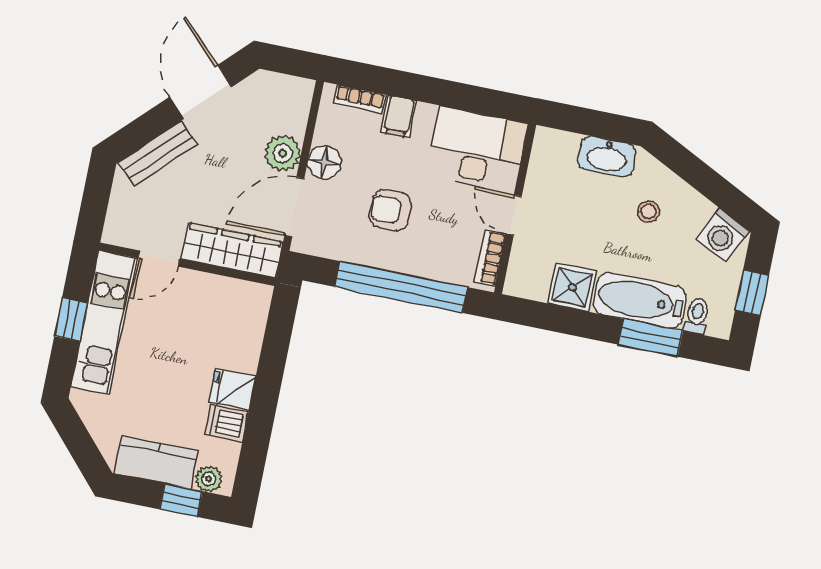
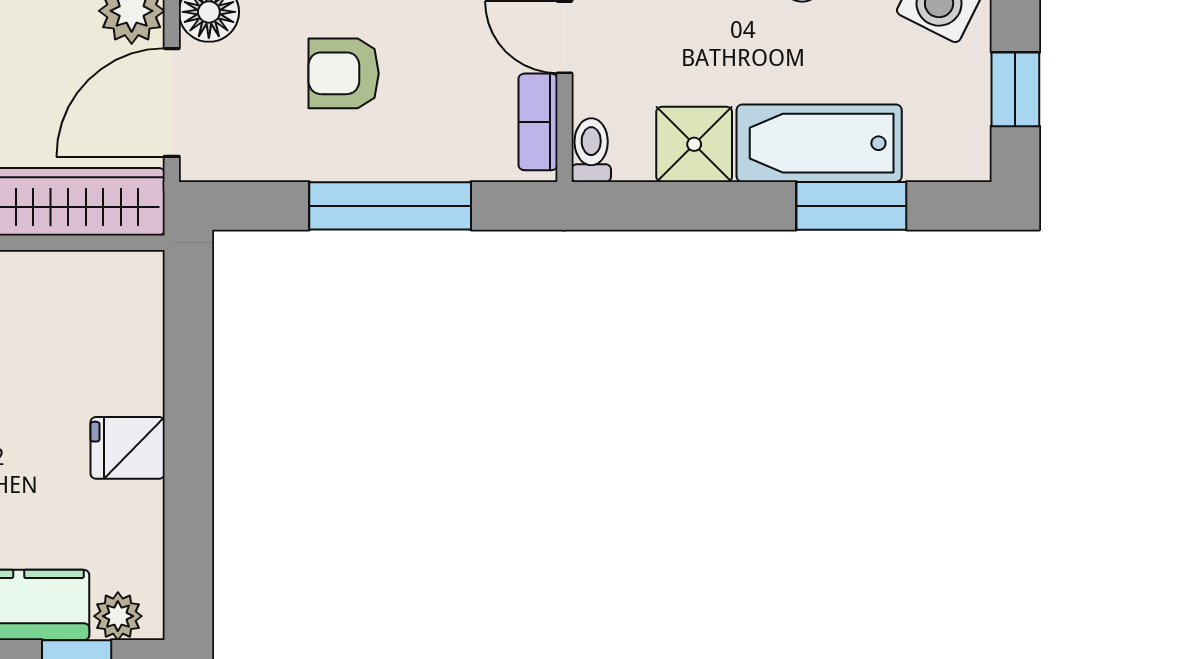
window: (401, 287) -> (390, 206), width x0.68
toilet: (697, 316) -> (591, 150), moved
dishwasher: (227, 423) -> (130, 511), removed

